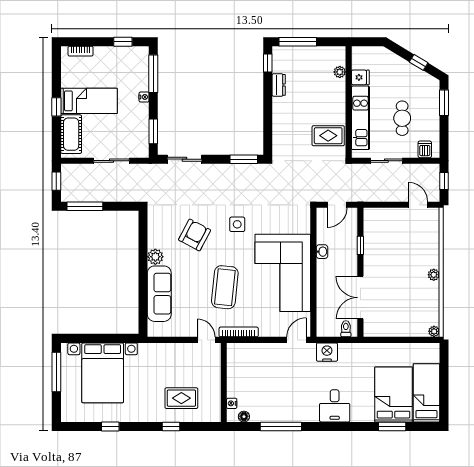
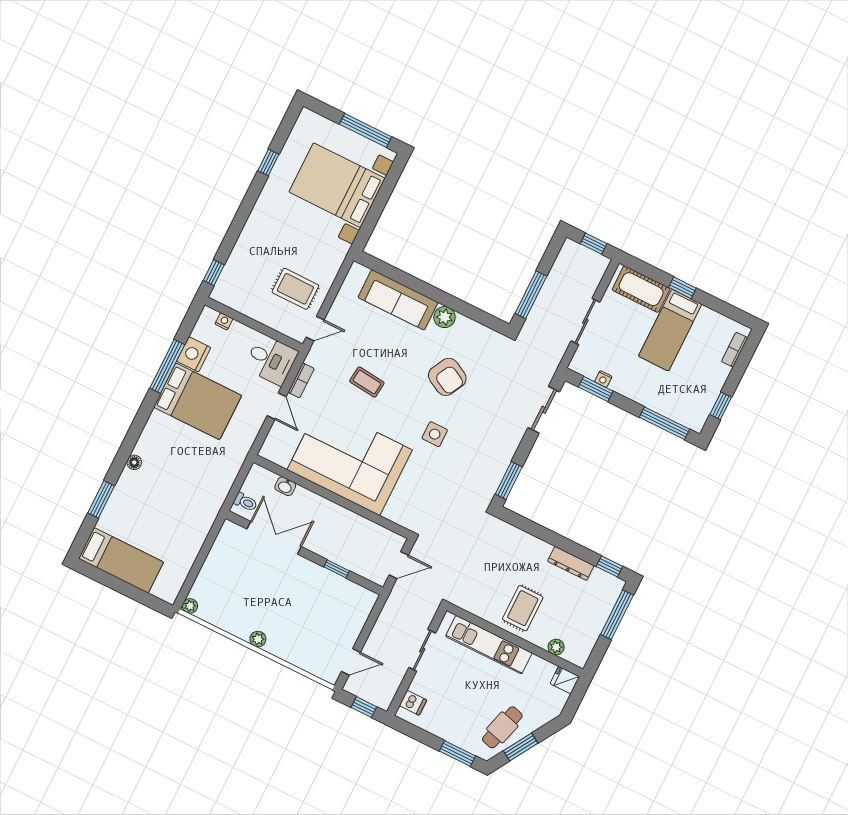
window: (419, 62) -> (521, 747), width x1.50
fridge: (360, 77) -> (565, 680), moved, turned 90
dresser: (279, 85) -> (571, 563), width x1.44
nightstand: (144, 97) -> (603, 379), moved
cafe table: (402, 118) -> (502, 727), moved, turned -74
rug: (328, 136) -> (523, 608), moved
door: (337, 205) -> (399, 565), swing flipped
window: (85, 206) -> (531, 295), moved
washbasin: (322, 252) -> (285, 486), moved
coffee table: (225, 287) -> (367, 382), width x0.54, depth x0.58
bookcase: (239, 332) -> (301, 380), width x0.64
door: (297, 340) -> (277, 406), moved
nightstand: (327, 352) -> (194, 354), moved, turned 180
bed: (394, 394) -> (198, 401), moved
rug: (181, 398) -> (295, 289), moved, turned 90
desk: (335, 406) -> (271, 360), moved, turned 180
floor lamp: (244, 417) -> (134, 462), moved
window: (171, 426) -> (214, 273), moved

